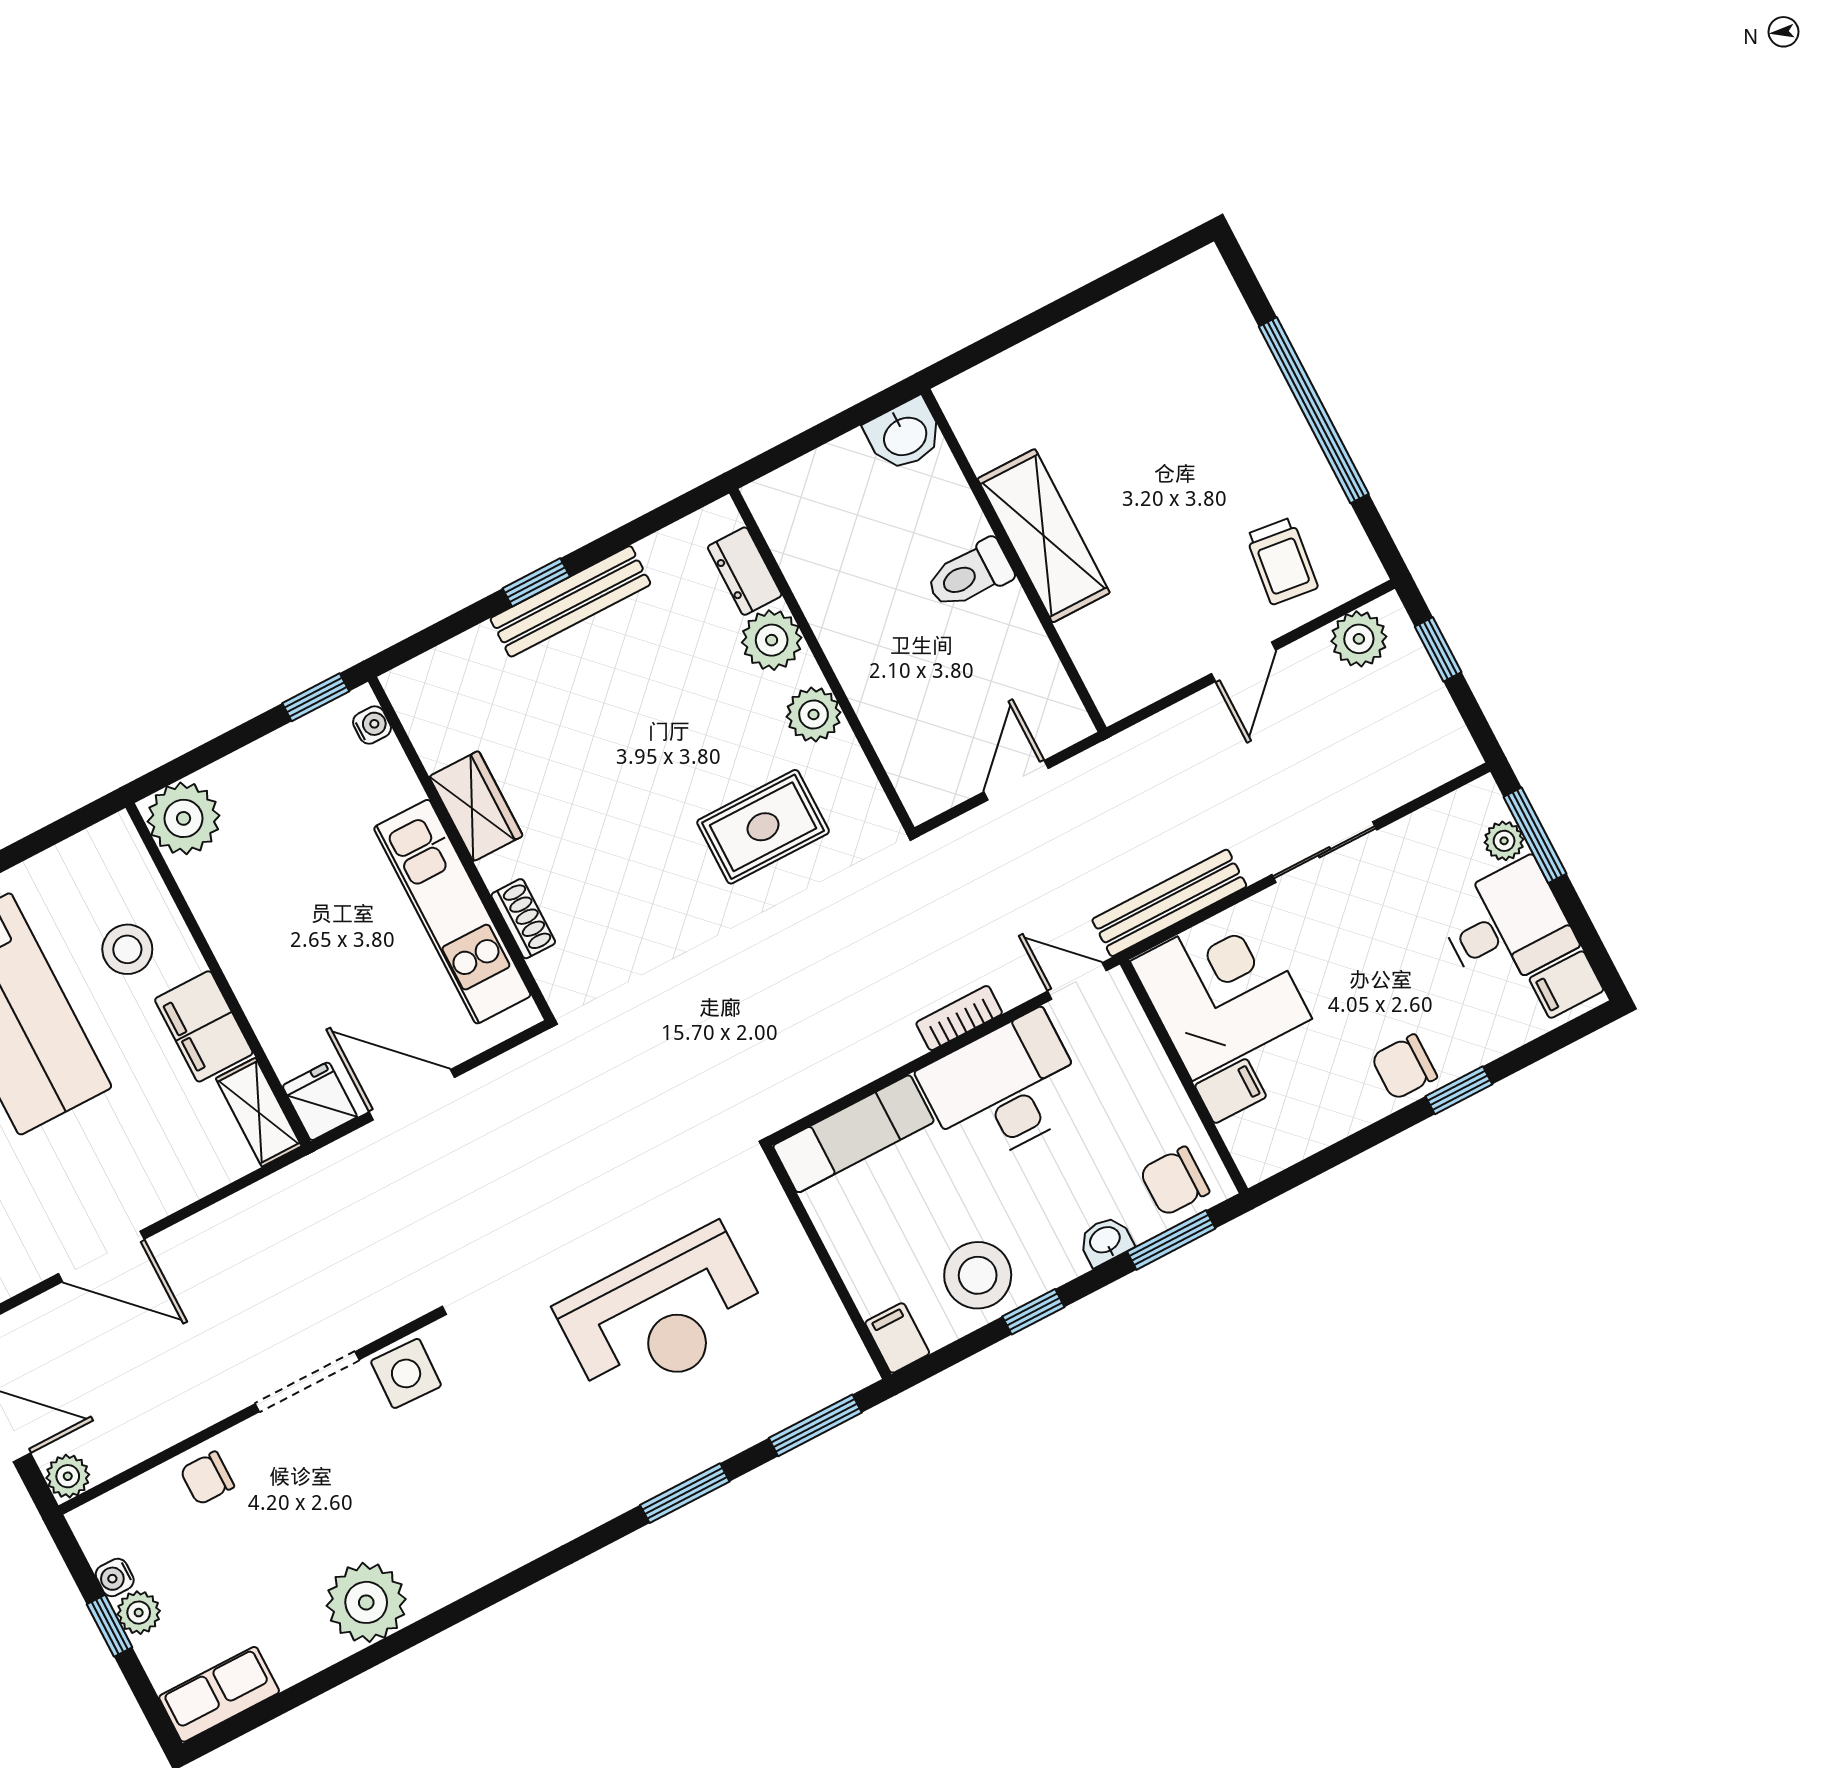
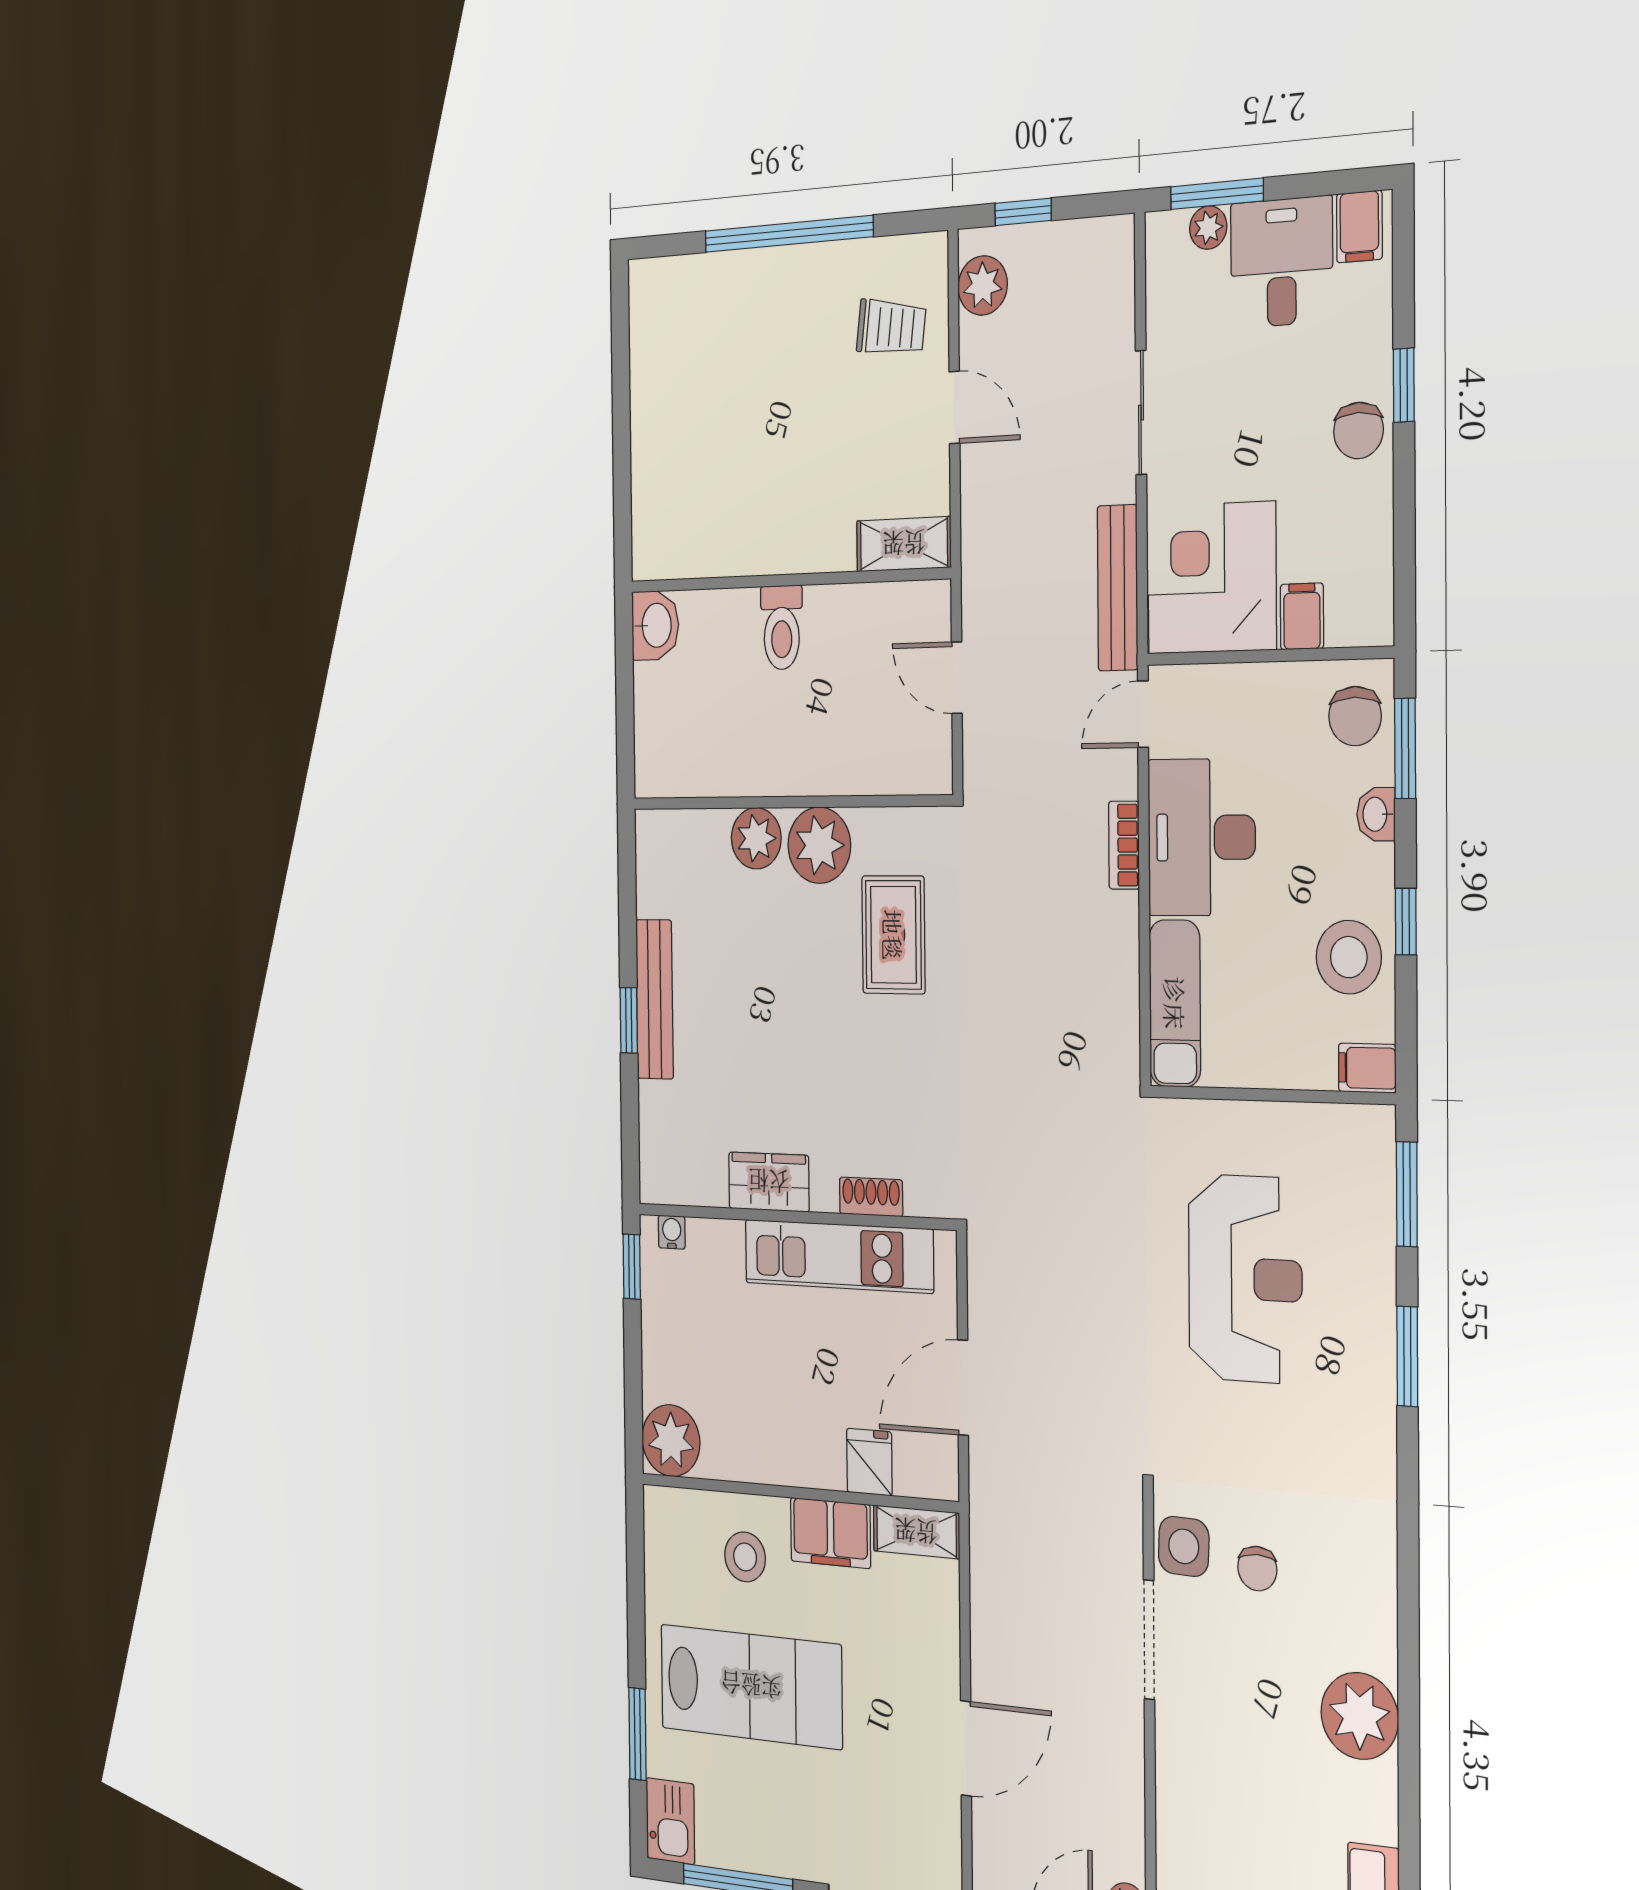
shelving: (1044, 536) -> (904, 544), moved, width x0.67, depth x0.75
dresser: (745, 571) -> (696, 831), removed
plant: (814, 714) -> (819, 845), width x1.36, depth x1.36
fridge: (320, 1101) -> (869, 1462), moved, turned 90
chair: (207, 1478) -> (1257, 1569), moved

